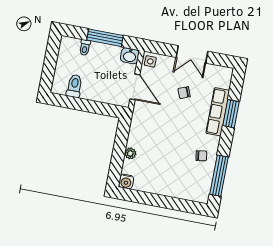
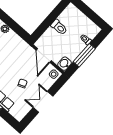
toilet: (74, 86) -> (59, 27), moved
door: (135, 87) -> (44, 56), hinge flipped

